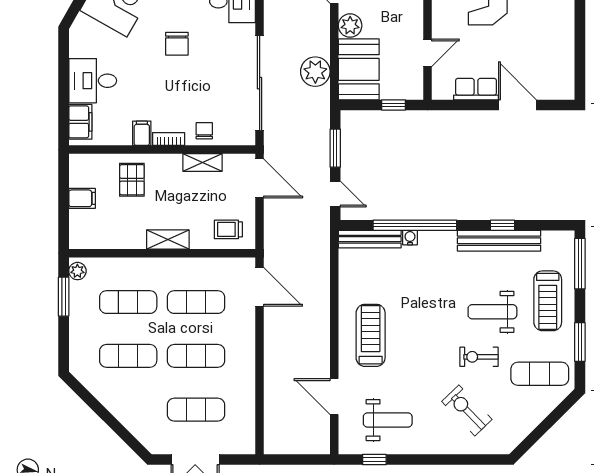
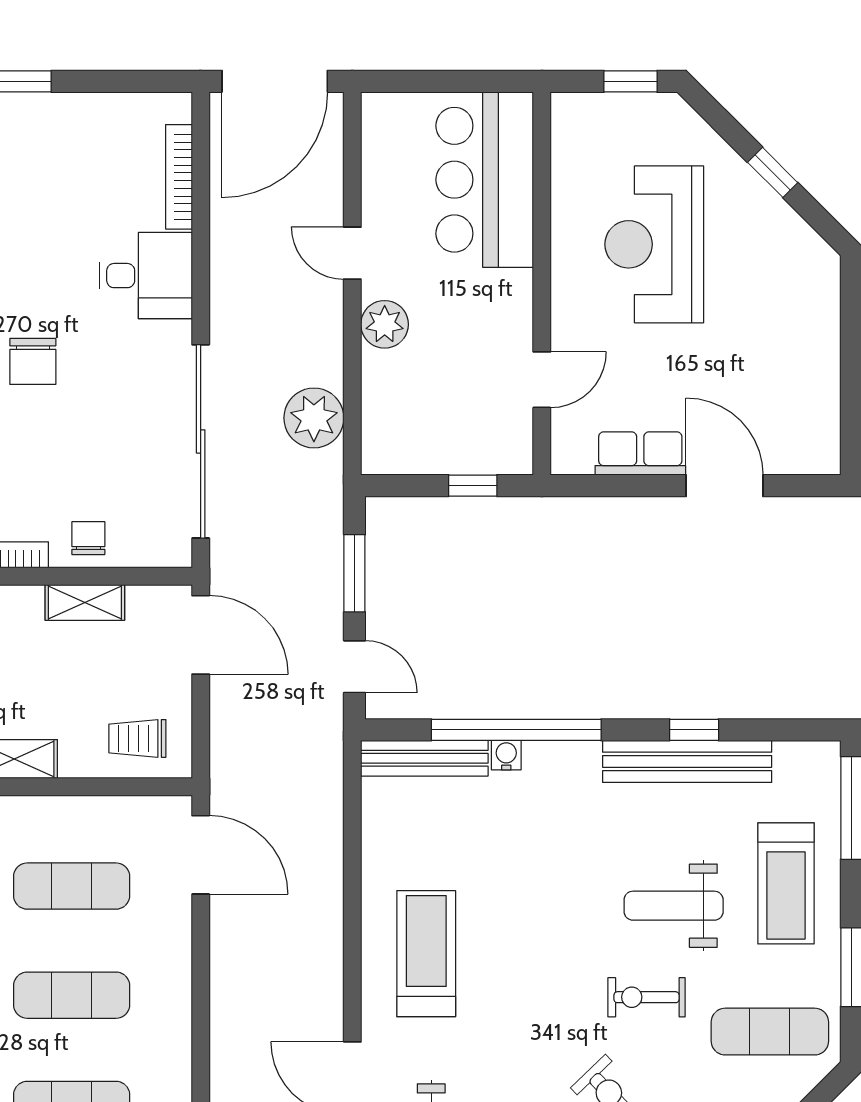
booth: (359, 69) -> (402, 413), removed

